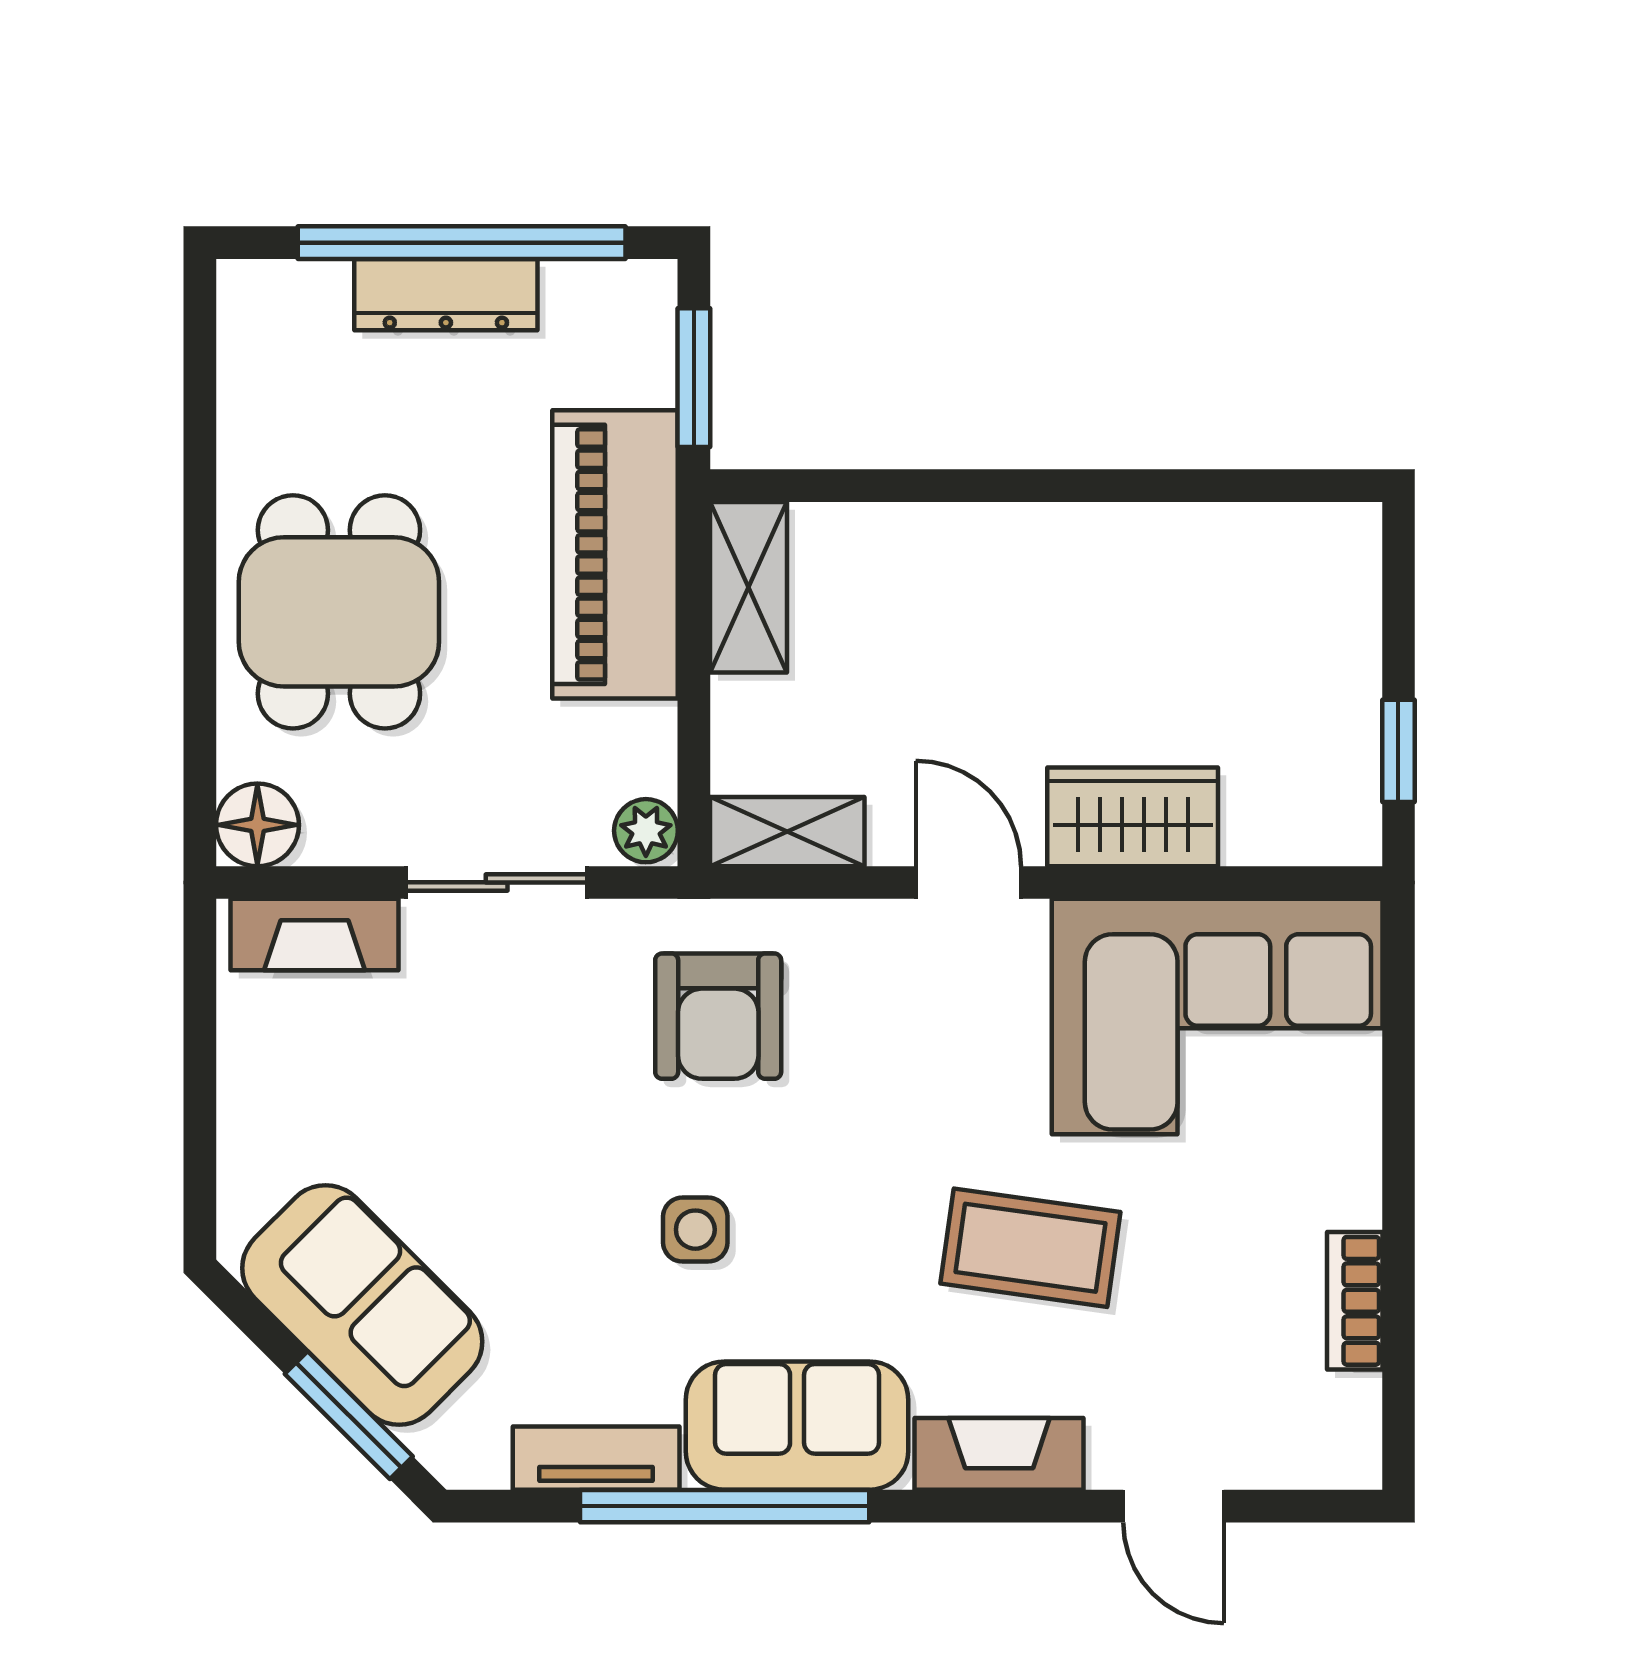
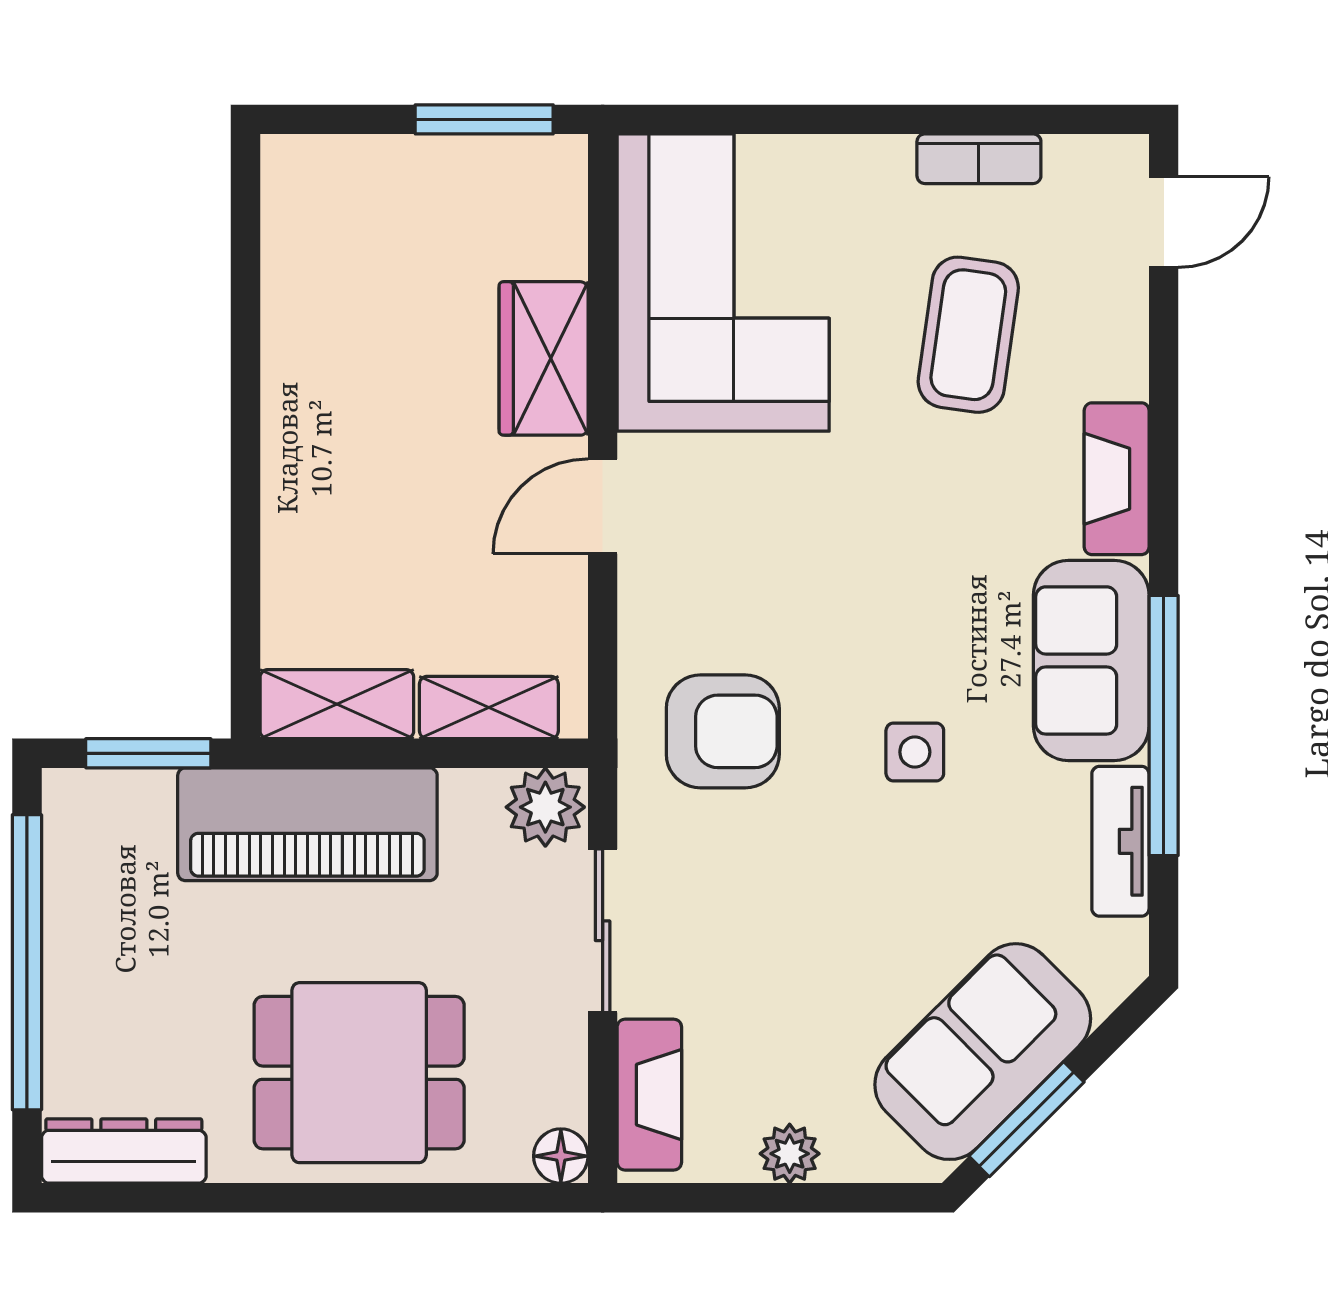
dresser: (446, 295) -> (124, 1151), moved, turned -90
window: (1398, 751) -> (484, 119), width x1.50
floor lamp: (257, 825) -> (561, 1156), width x0.73, depth x0.73
plant: (646, 831) -> (545, 807), width x1.38, depth x1.38
shelving: (787, 832) -> (489, 707), moved, turned 90
plant: (249, 1090) -> (790, 1154), added
coffee table: (1030, 1248) -> (968, 335), moved
window: (349, 1415) -> (1026, 1119), moved
door: (1174, 1506) -> (1164, 222), moved

